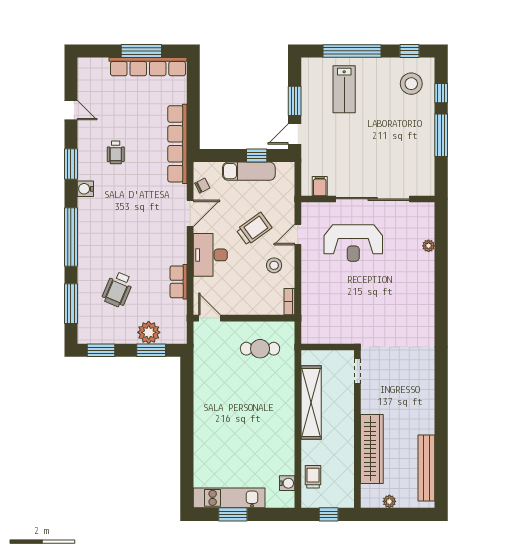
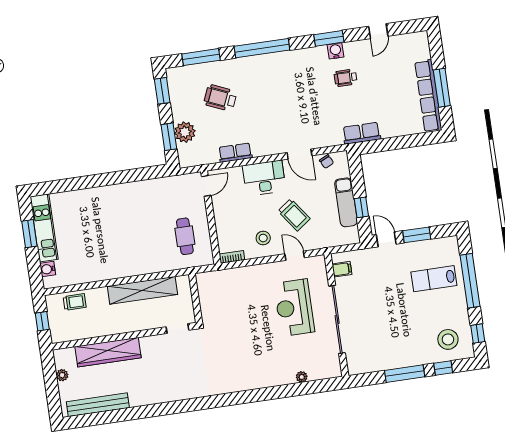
row of seats: (177, 144) -> (362, 133), width x0.50
water cooler: (85, 189) -> (336, 51), moved
water cooler: (287, 483) -> (48, 269), moved, turned 90

